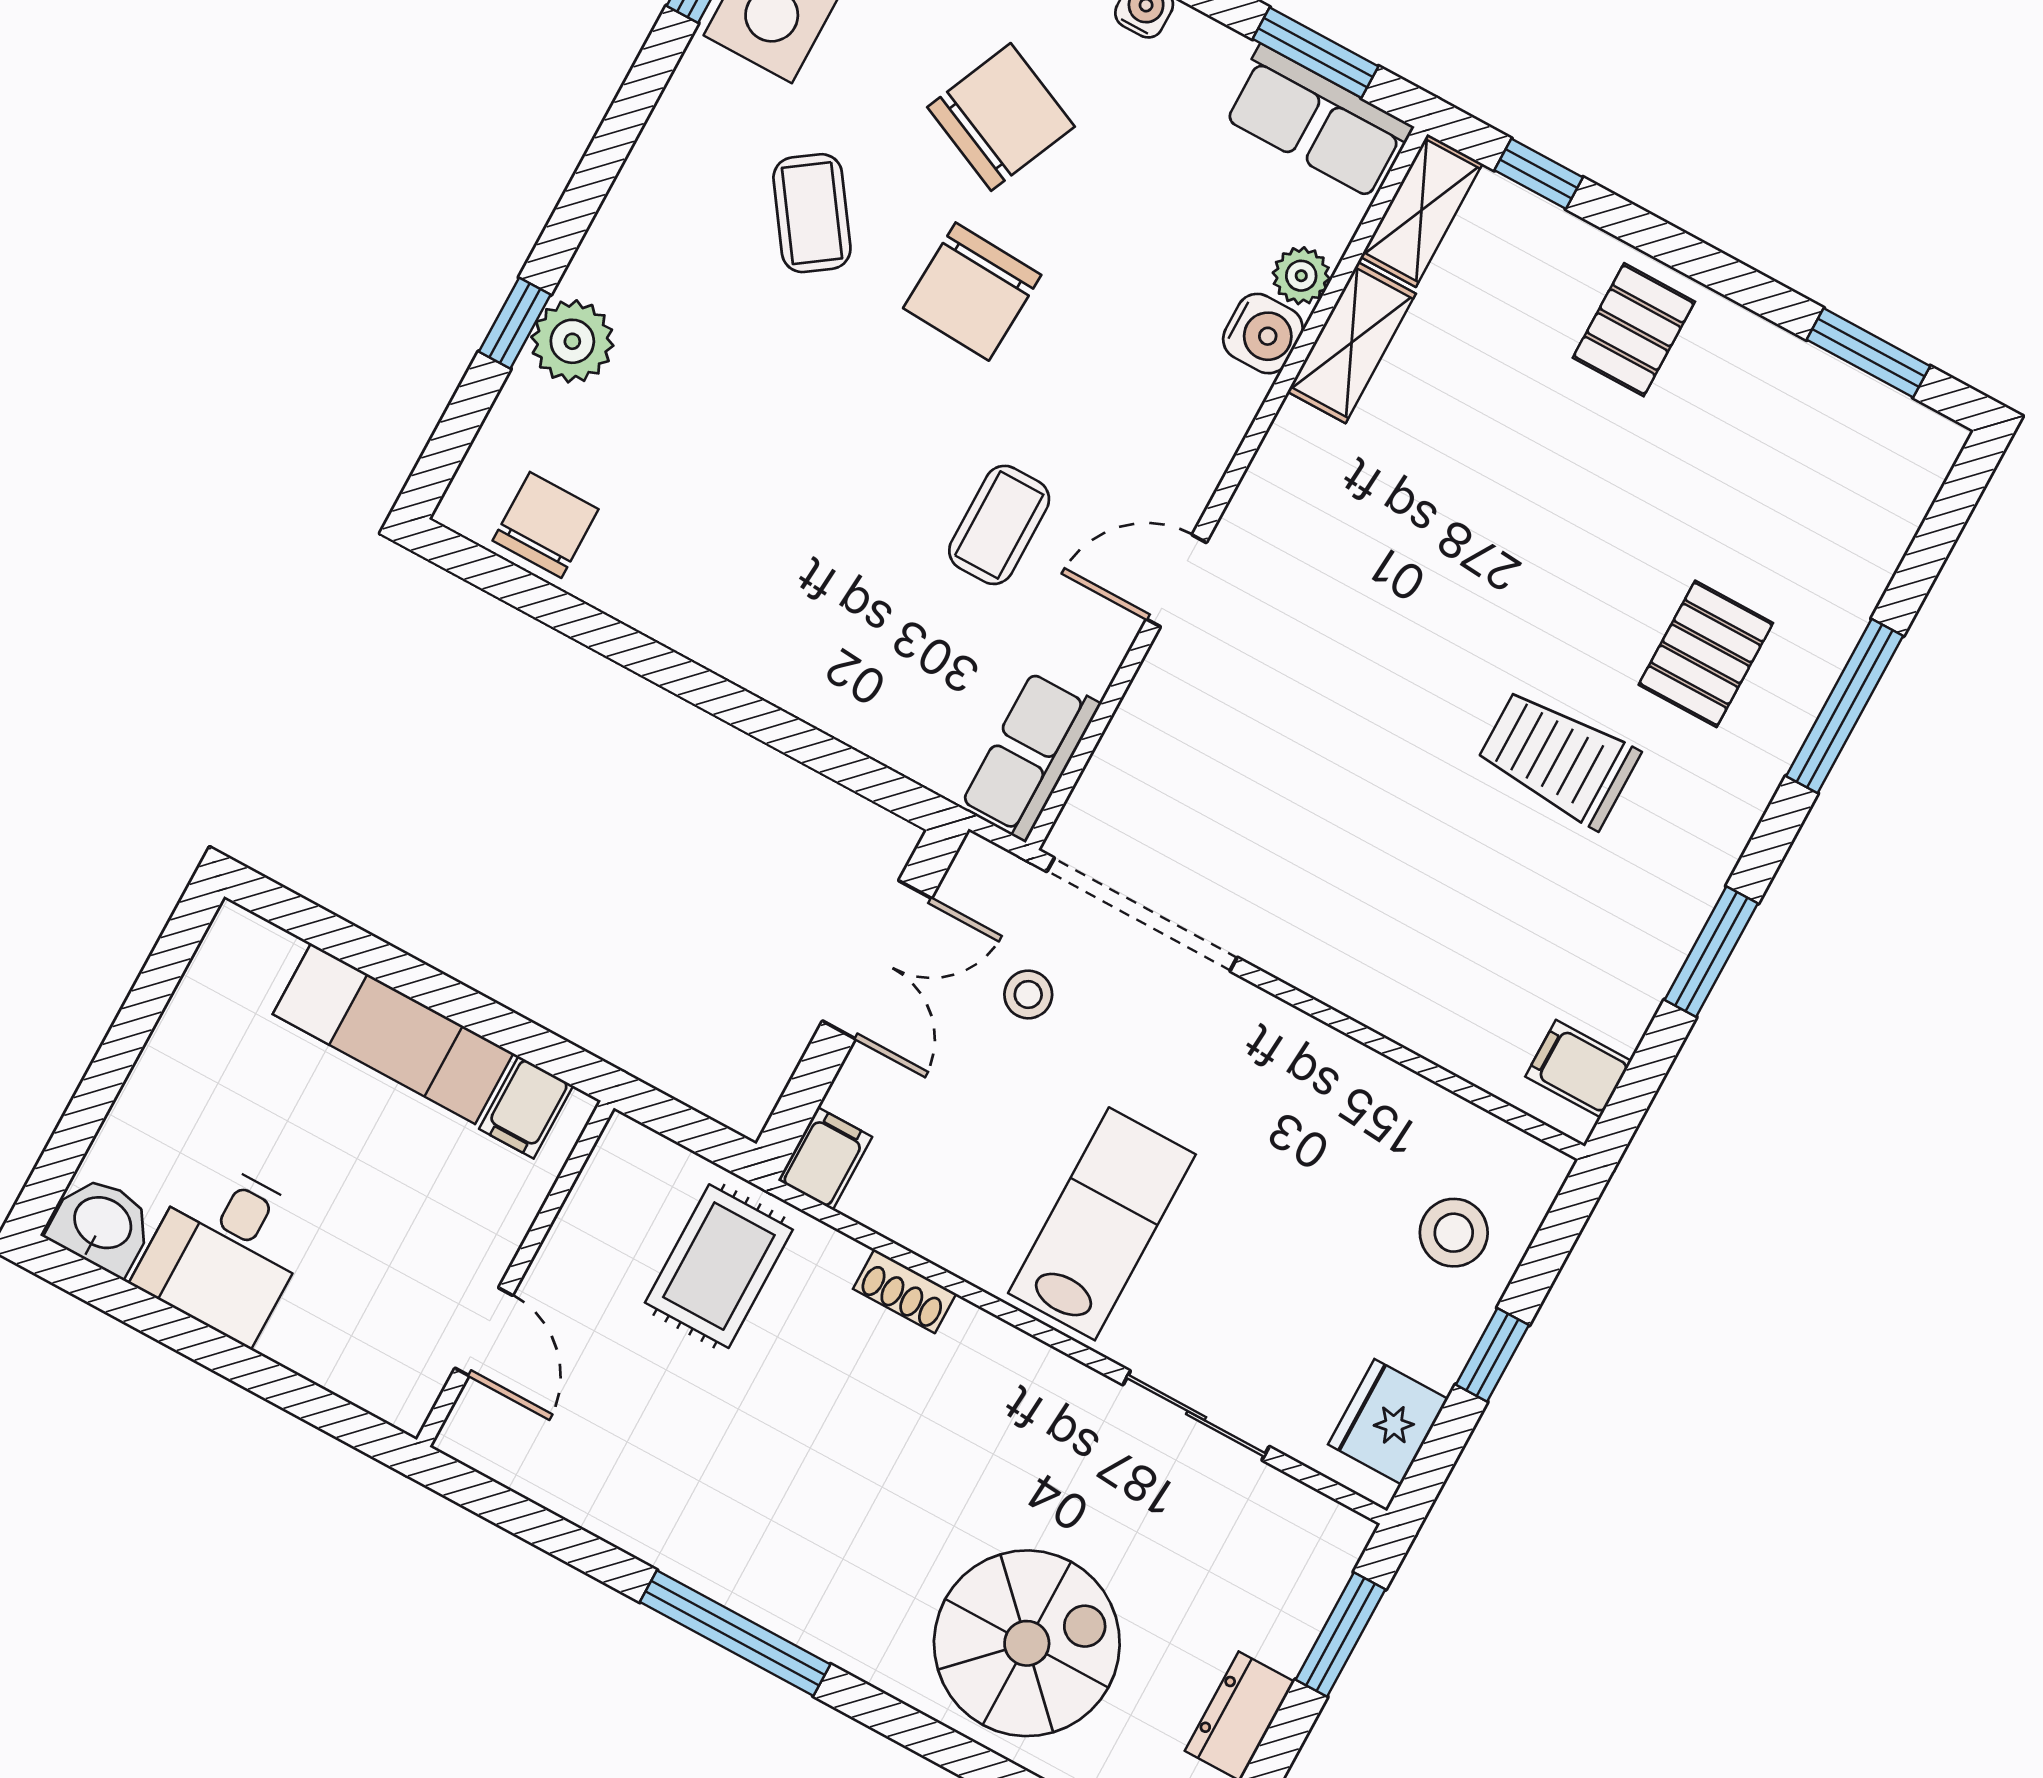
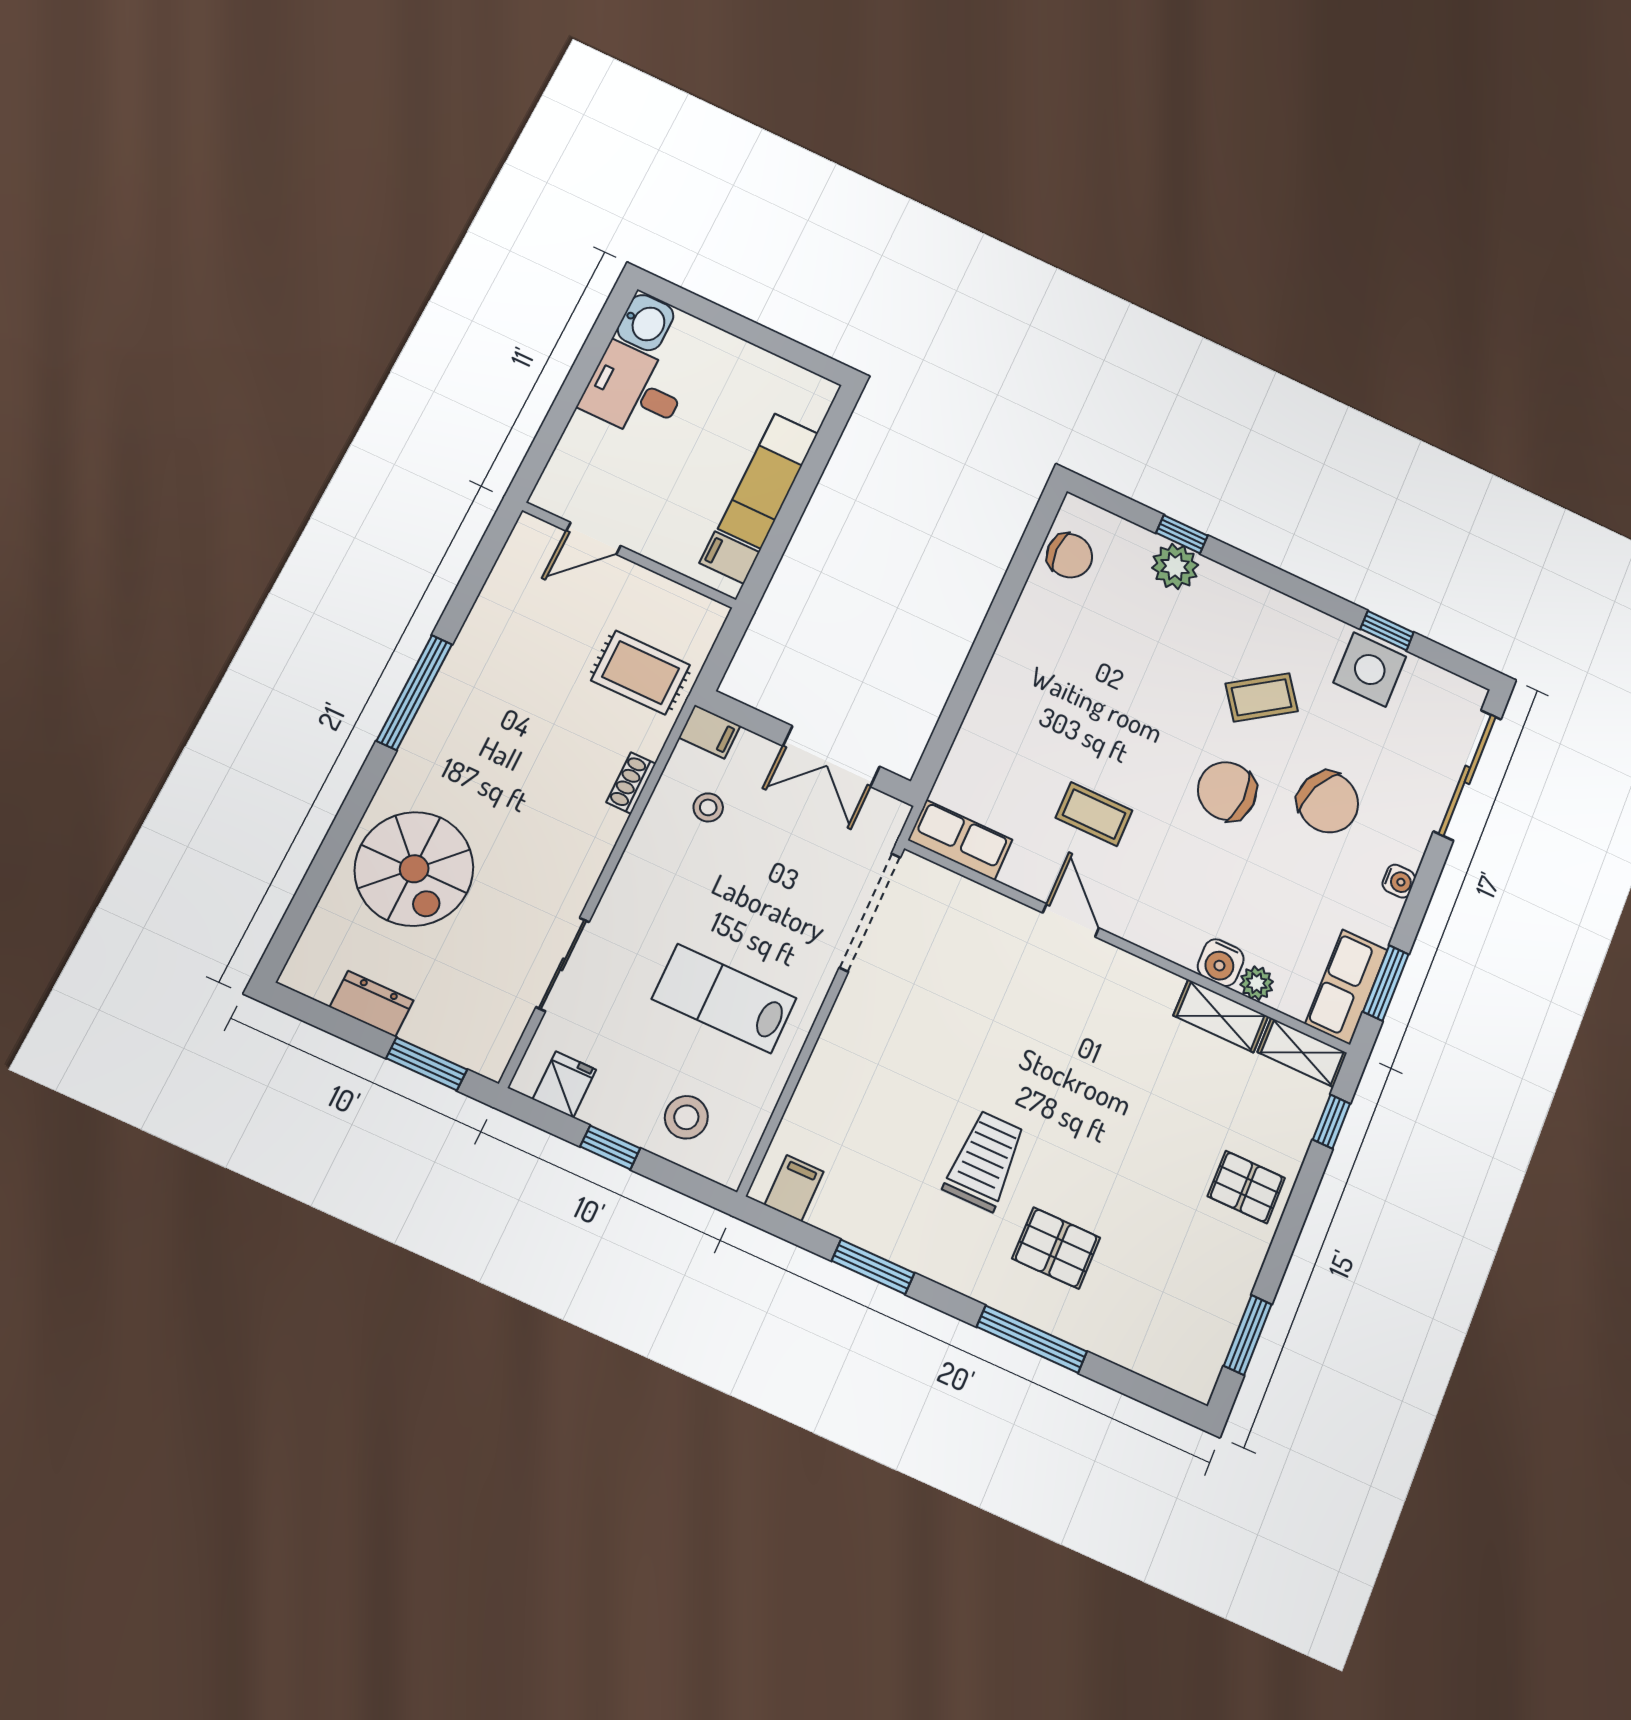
stool: (1028, 994) -> (708, 807), moved
lab bench: (1102, 1224) -> (724, 999), moved, turned 180
fridge: (1388, 1422) -> (564, 1084), width x0.72

